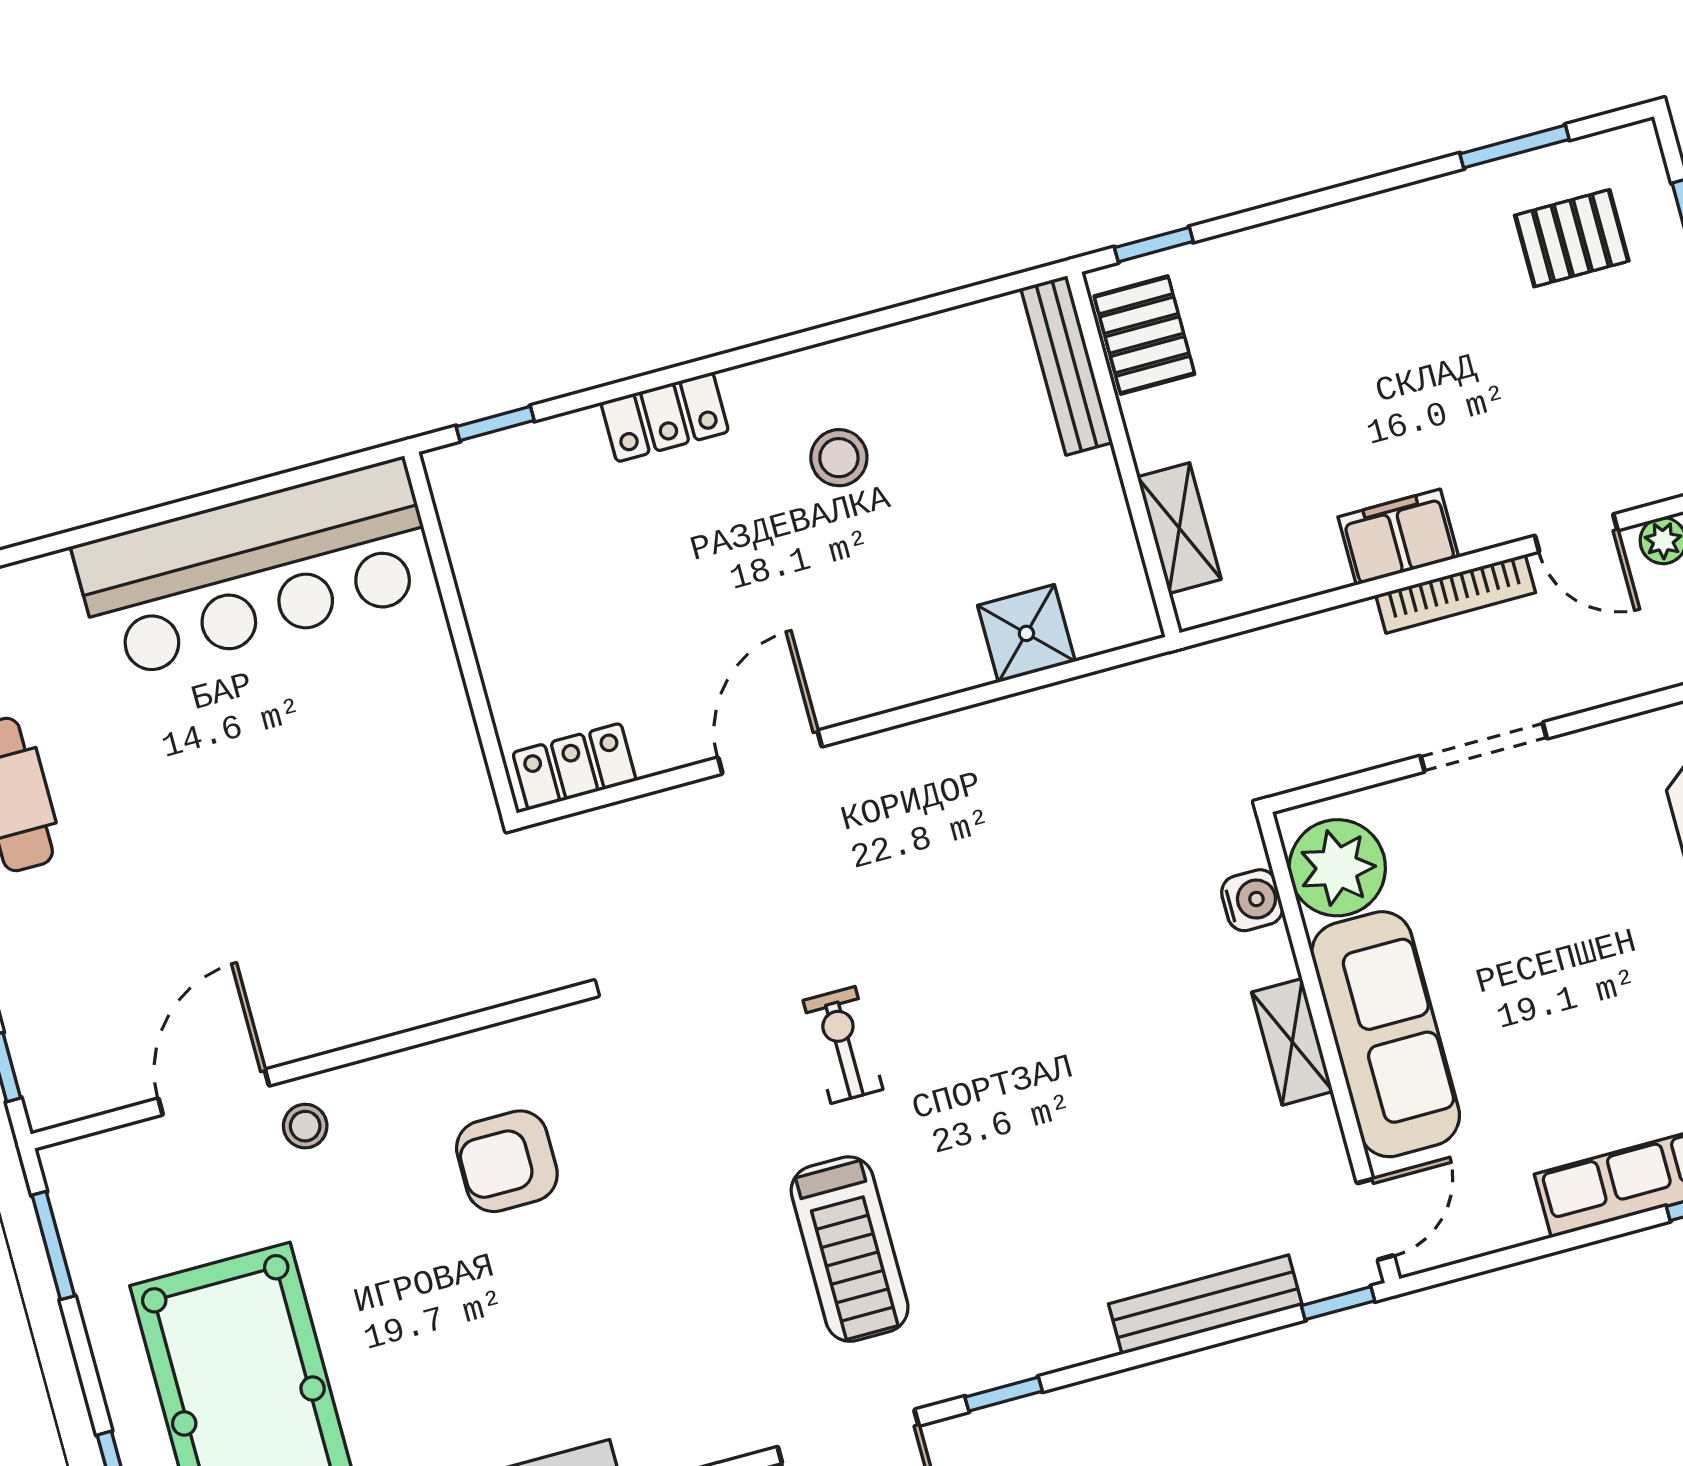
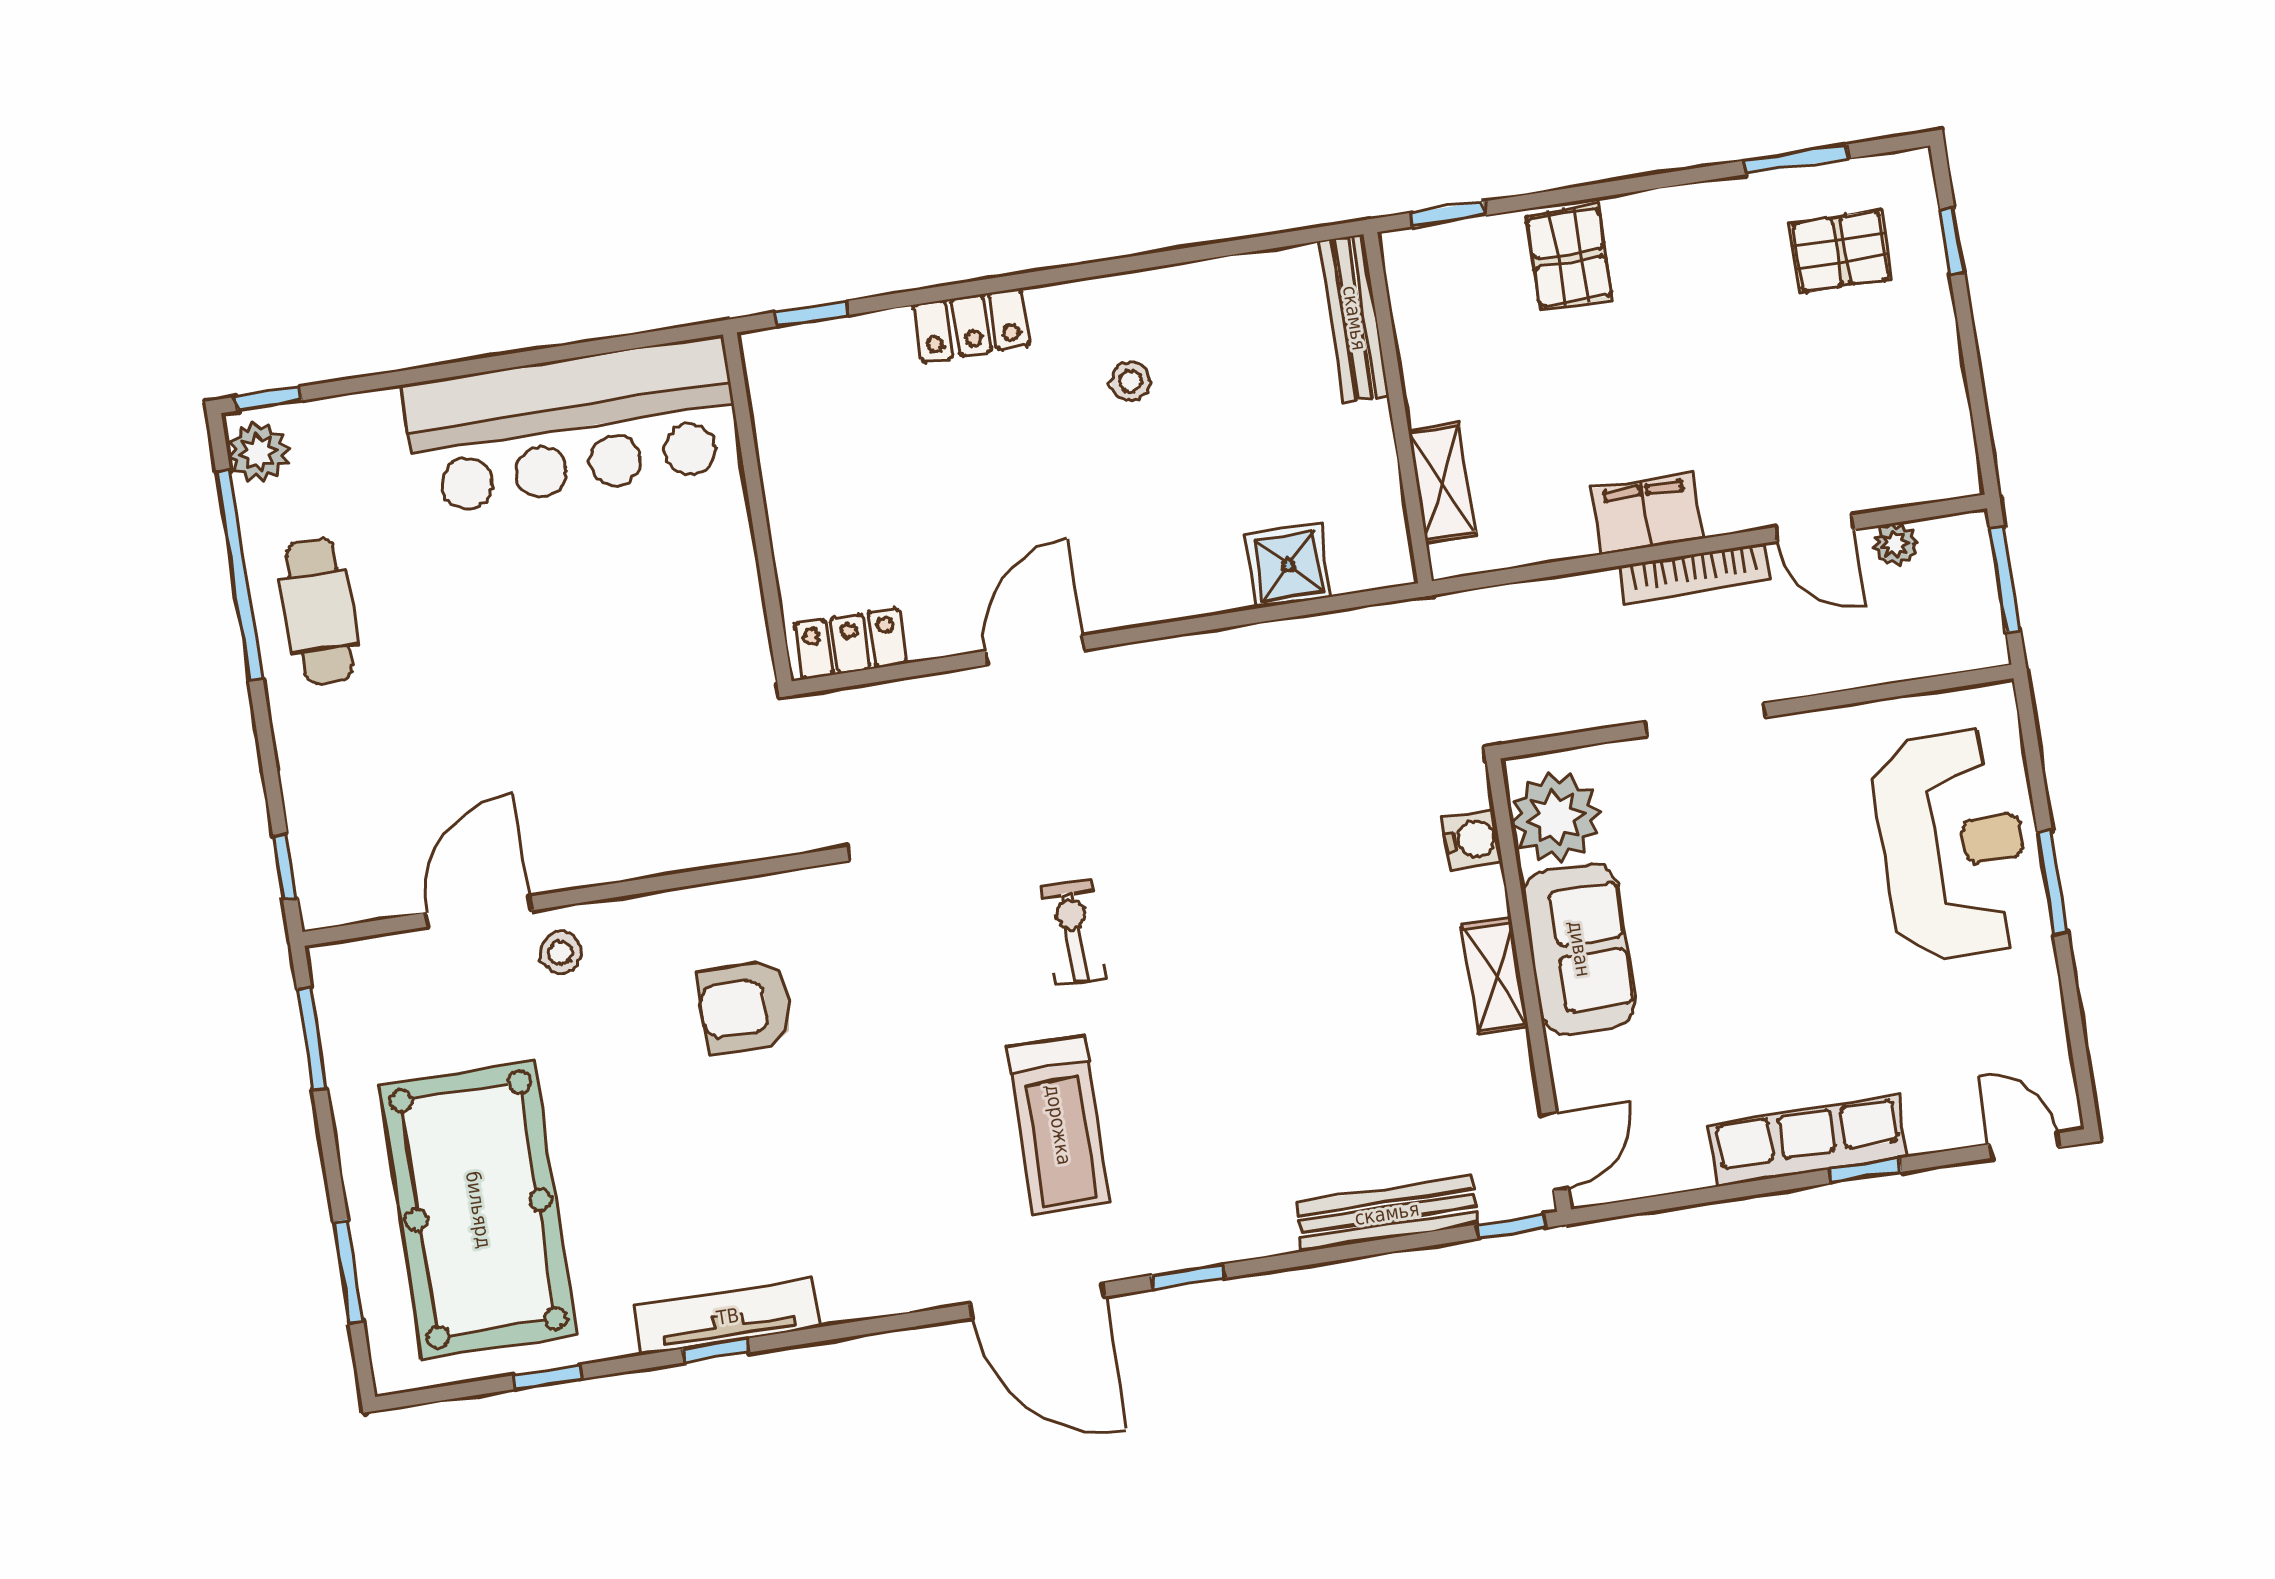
pallet: (1144, 335) -> (1569, 257), moved
stool: (839, 458) -> (1130, 381), width x0.73, depth x0.73
sofa: (1386, 1034) -> (1579, 949), width x0.73

